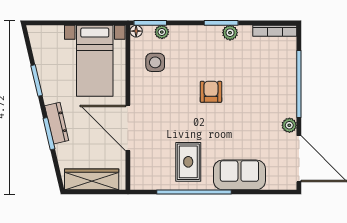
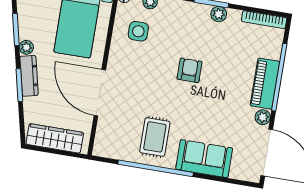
piano: (286, 92) -> (265, 84), added
plant: (49, 96) -> (26, 47), added

